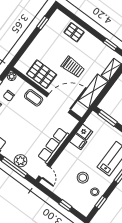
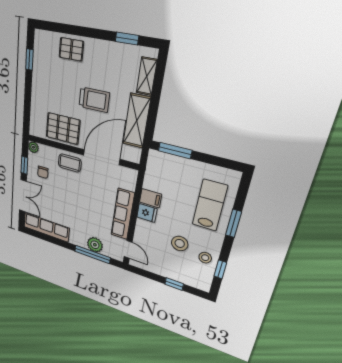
fridge: (84, 132) -> (147, 213), moved

